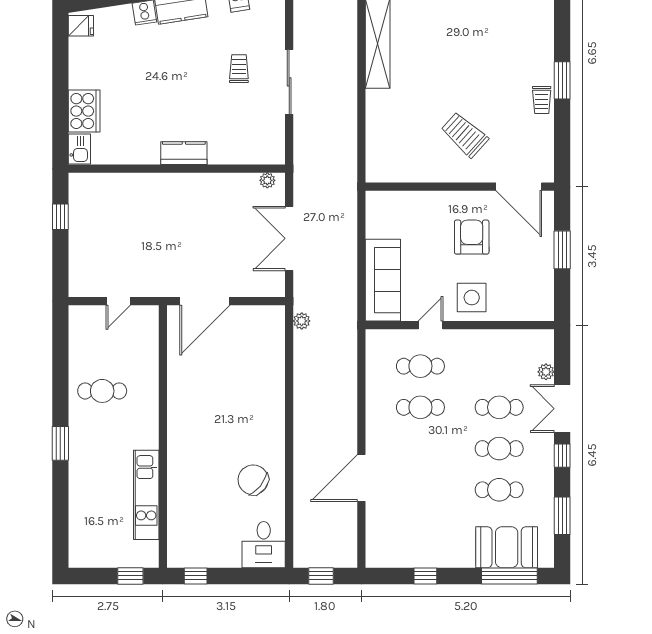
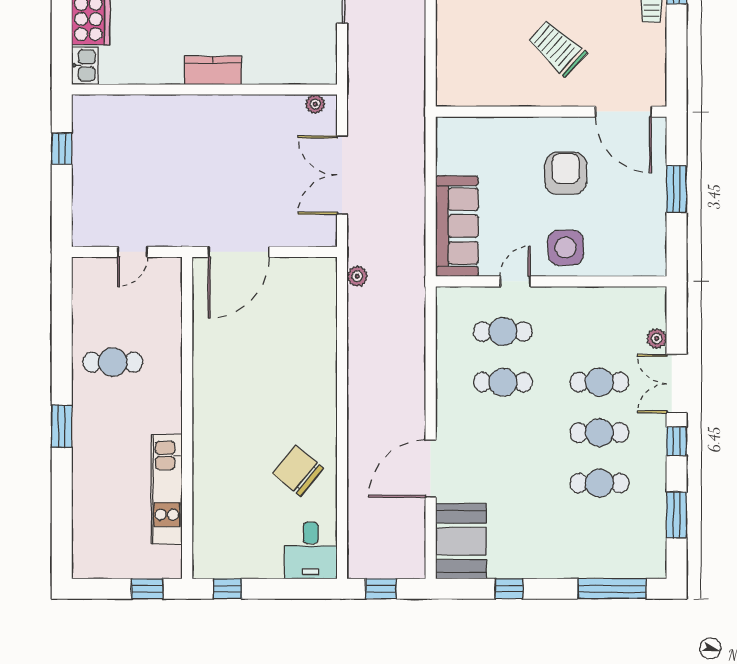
booth: (507, 547) -> (461, 541), moved, turned 90

